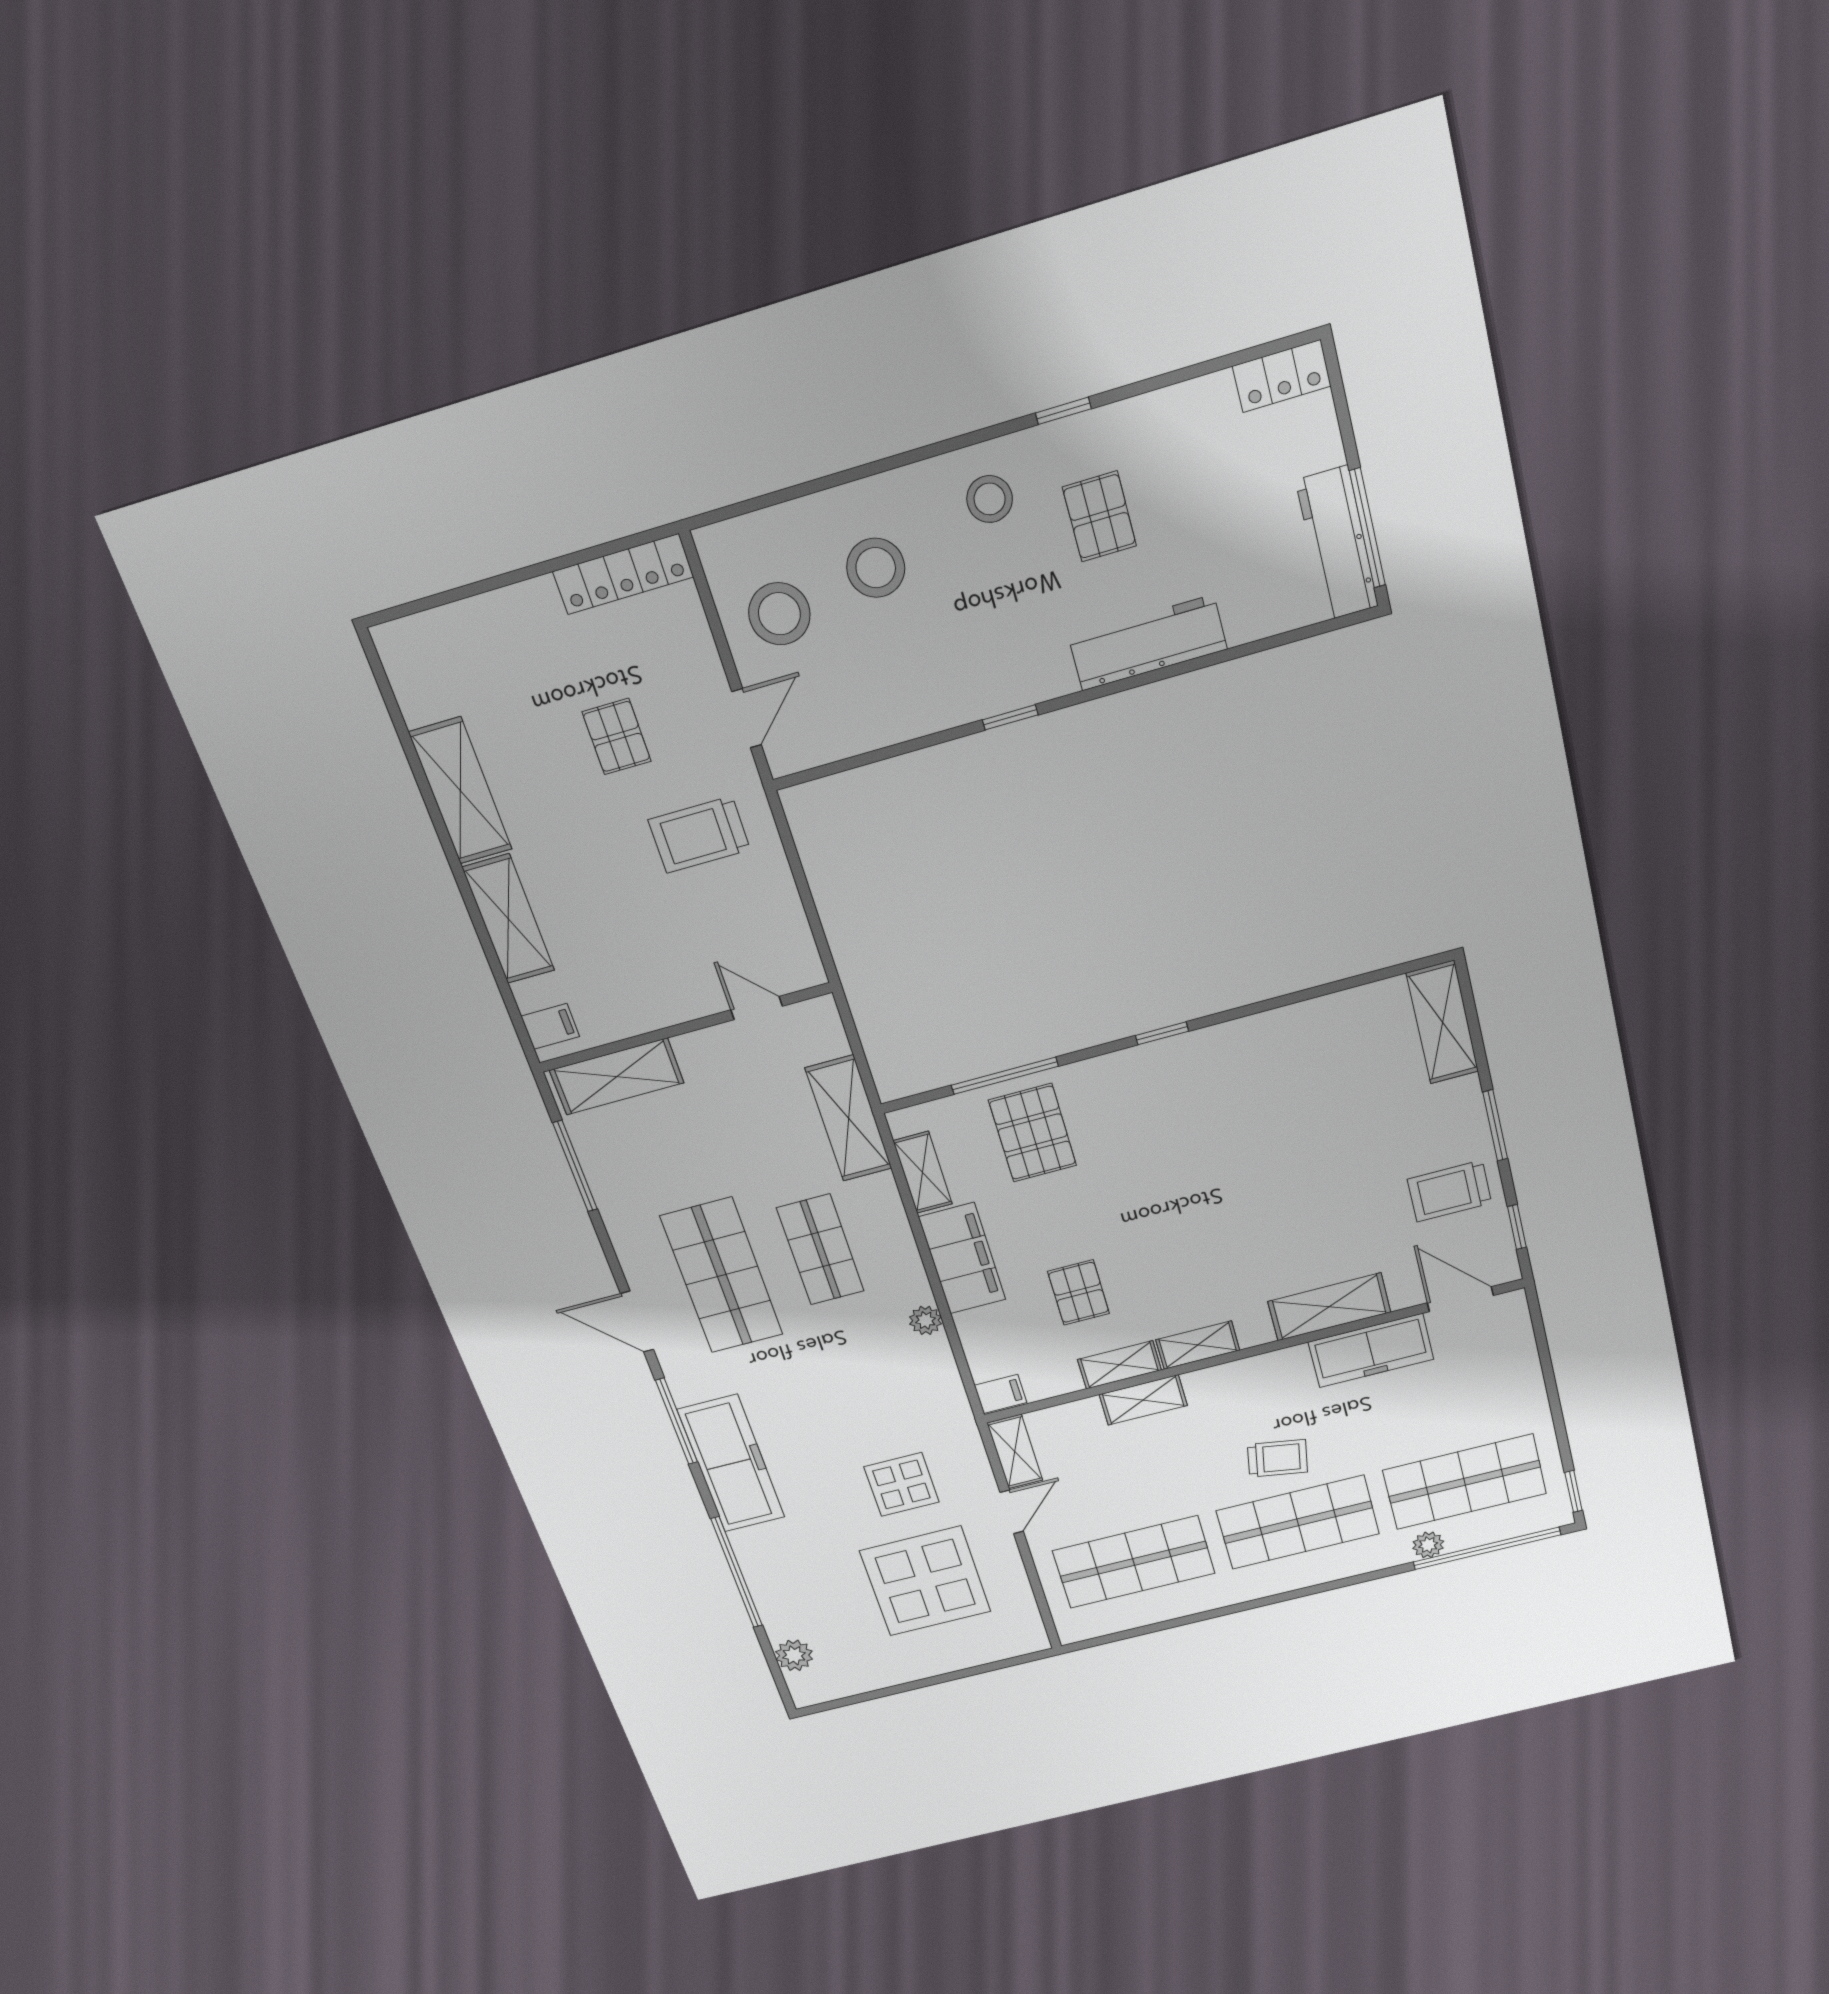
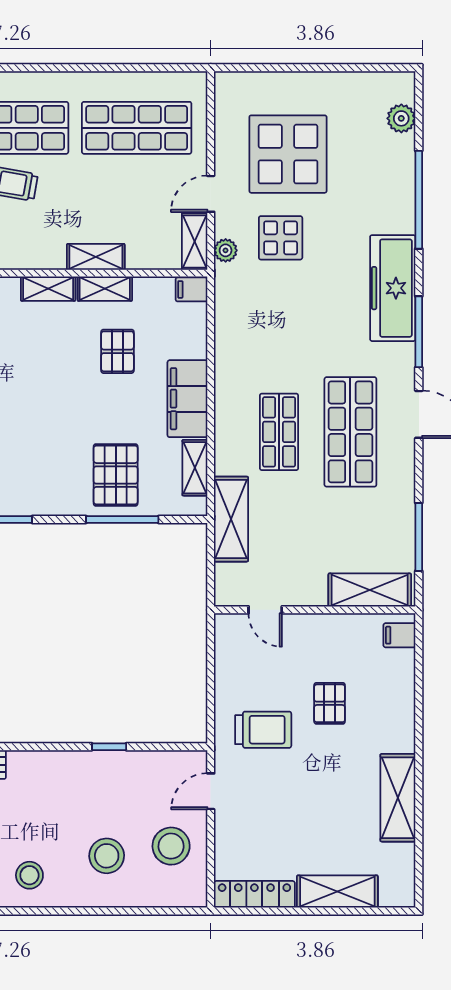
window: (1010, 717) -> (109, 747), moved
pallet: (617, 737) -> (330, 703), moved
shelving: (508, 919) -> (337, 892), moved, turned 90
plant: (925, 1320) -> (226, 250), moved

